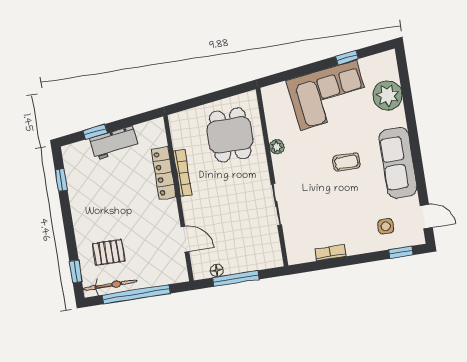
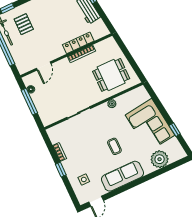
window: (401, 252) -> (61, 170), moved

